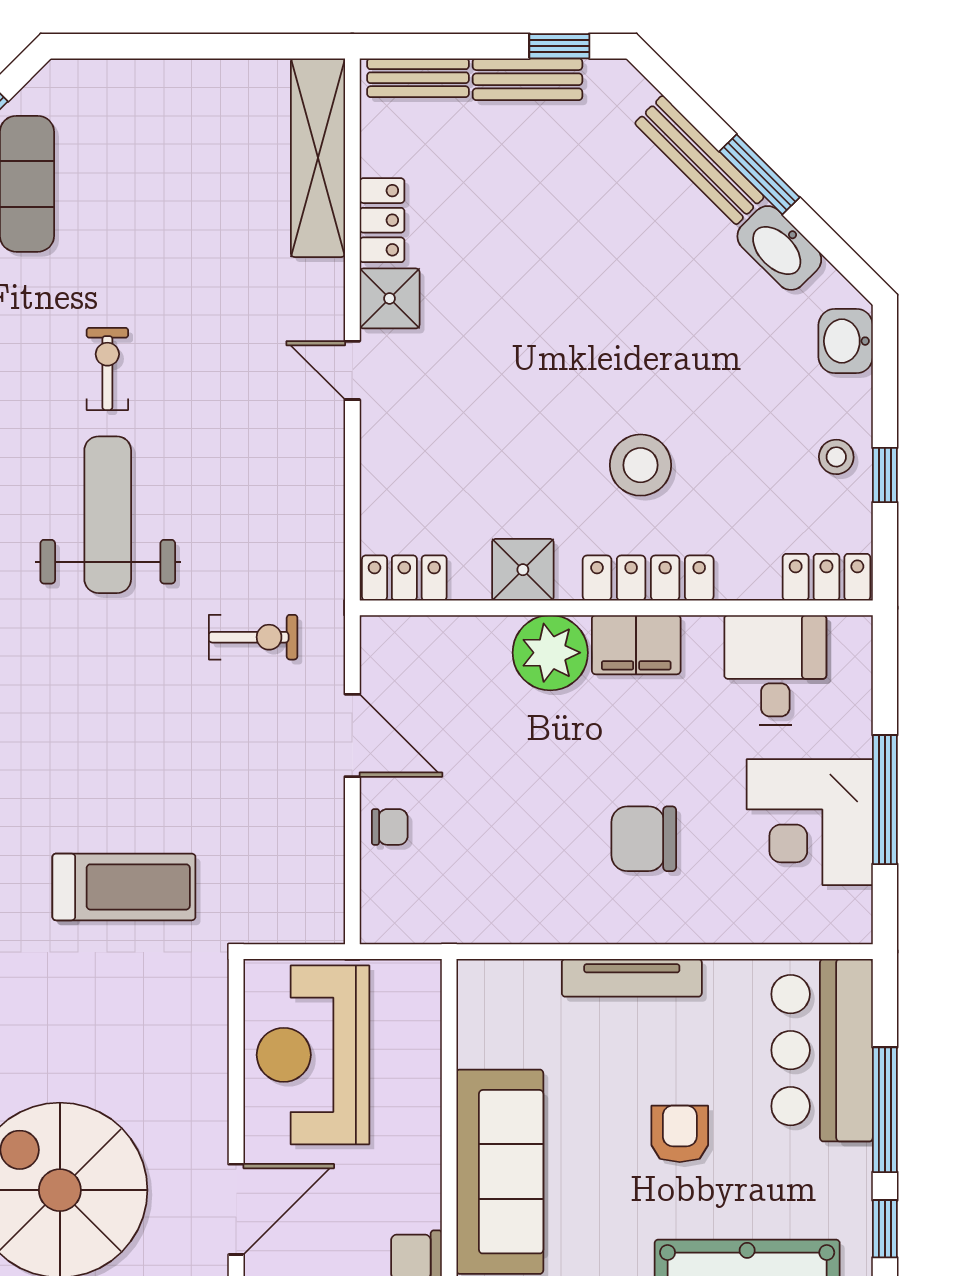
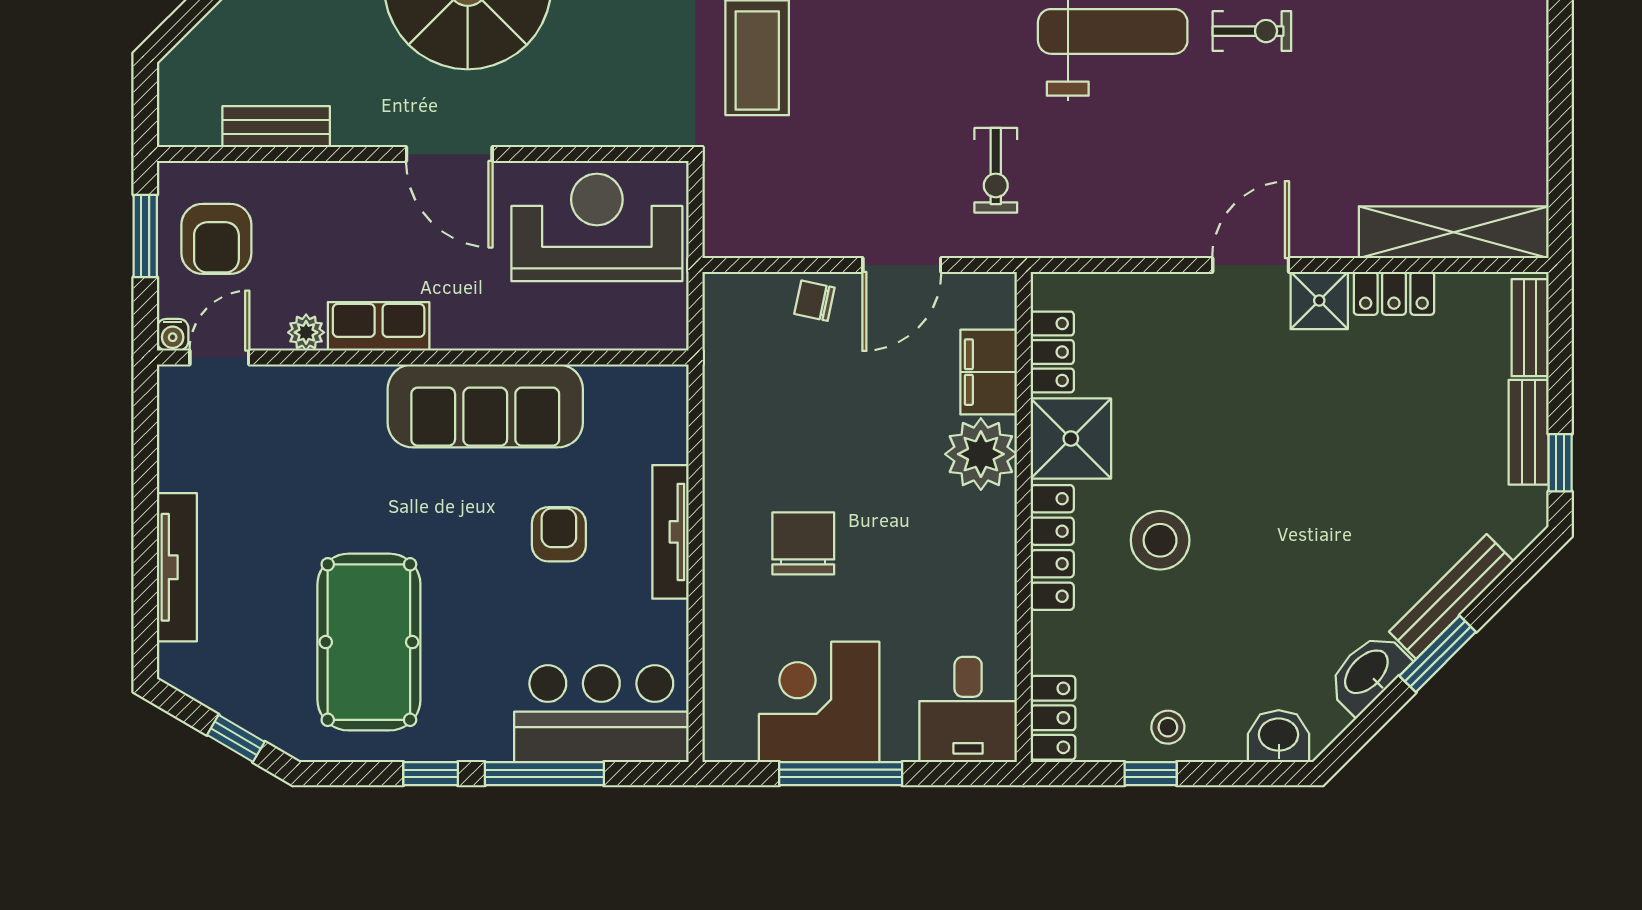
door: (352, 370) -> (1251, 265), width x1.38
shower: (523, 570) -> (1071, 439), width x1.36, depth x1.36
locker: (404, 578) -> (1052, 352), moved
filing cabinet: (636, 645) -> (989, 372), moved
desk: (775, 670) -> (968, 709), moved, turned 90
chair: (390, 827) -> (814, 301), turned 102
armchair: (680, 1134) -> (559, 534), moved, turned -90

